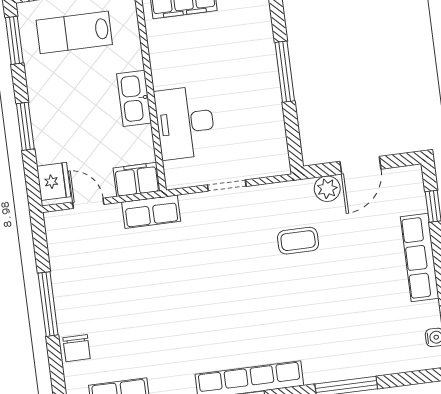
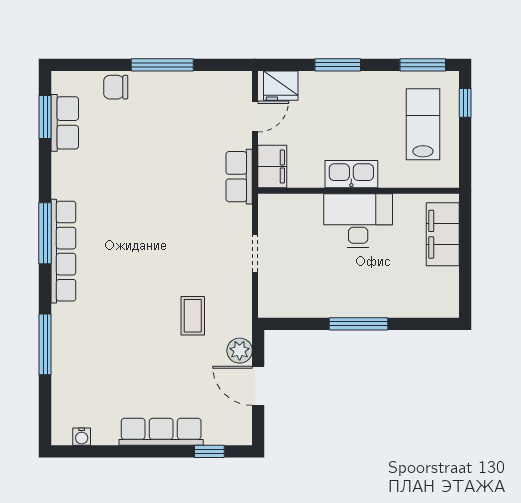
desk: (185, 123) -> (358, 221), moved

